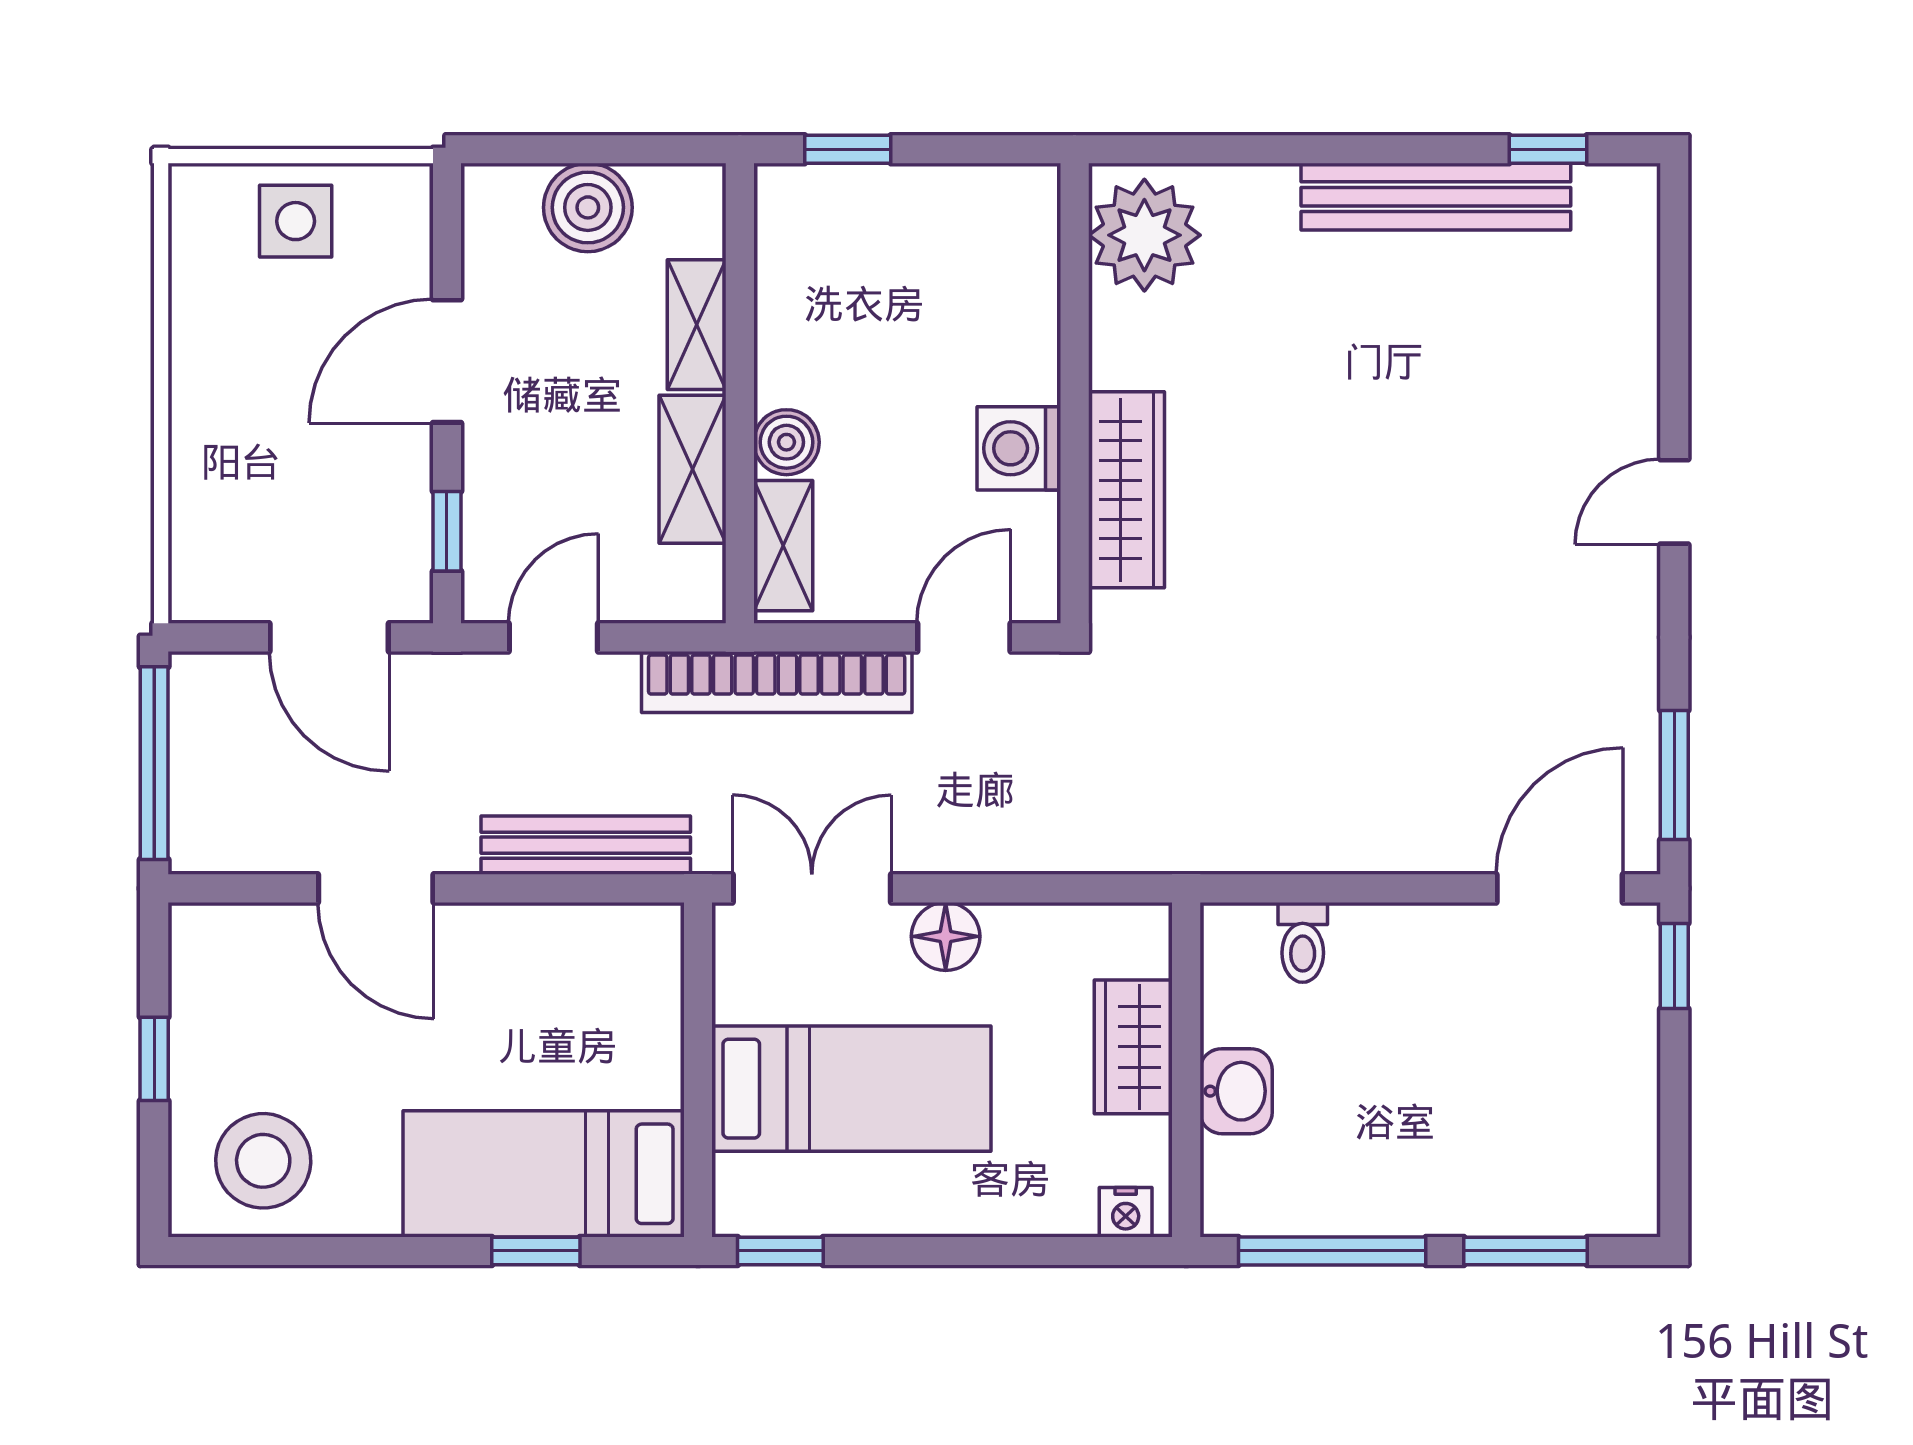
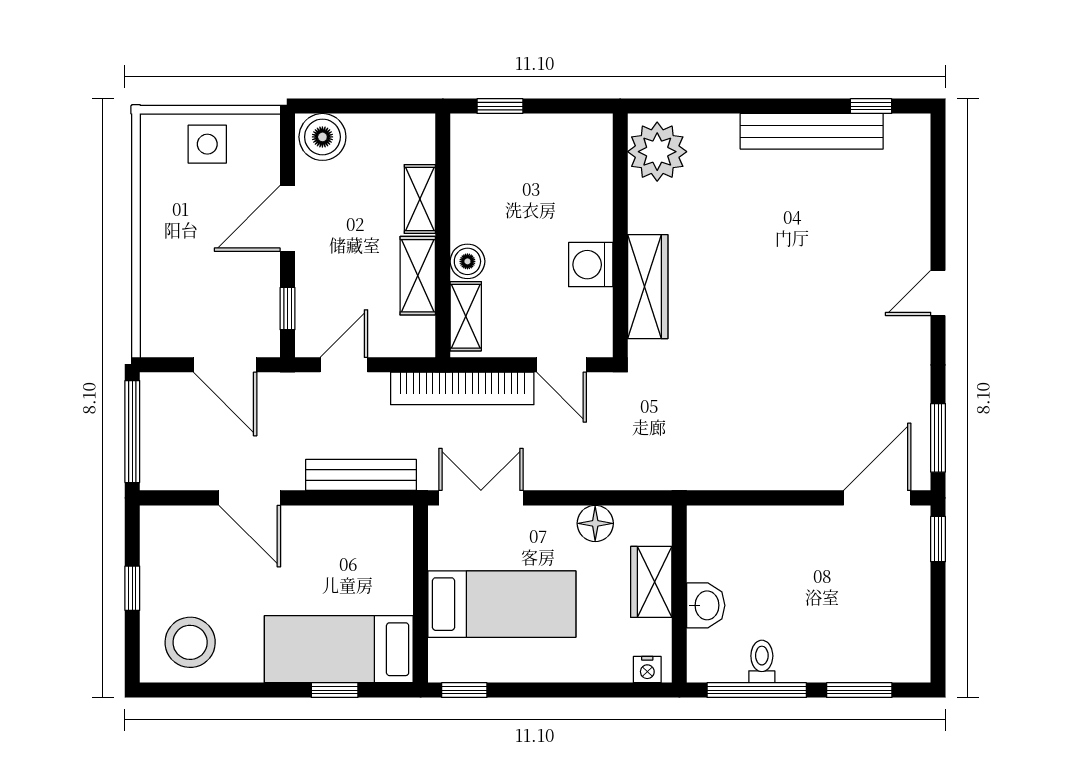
boiler: (588, 207) -> (322, 137), moved
door: (964, 637) -> (561, 365), swing flipped
floor lamp: (946, 936) -> (595, 523), moved
toilet: (1303, 942) -> (762, 661), moved, turned 180

